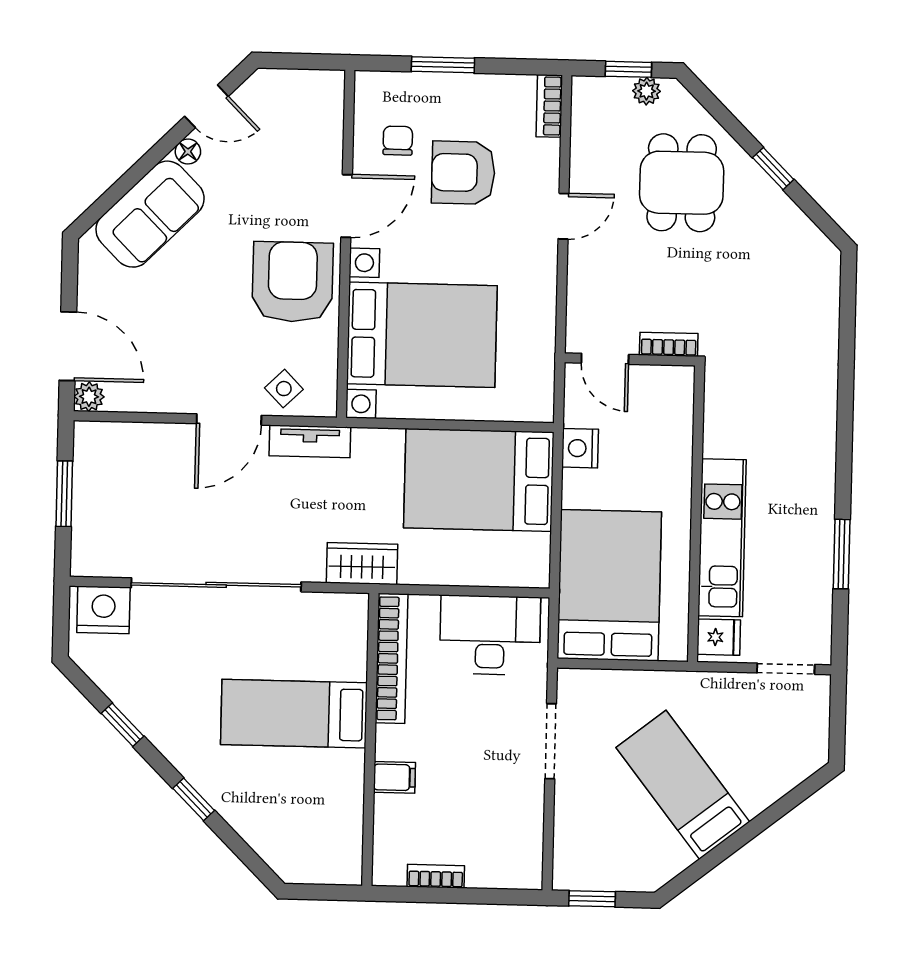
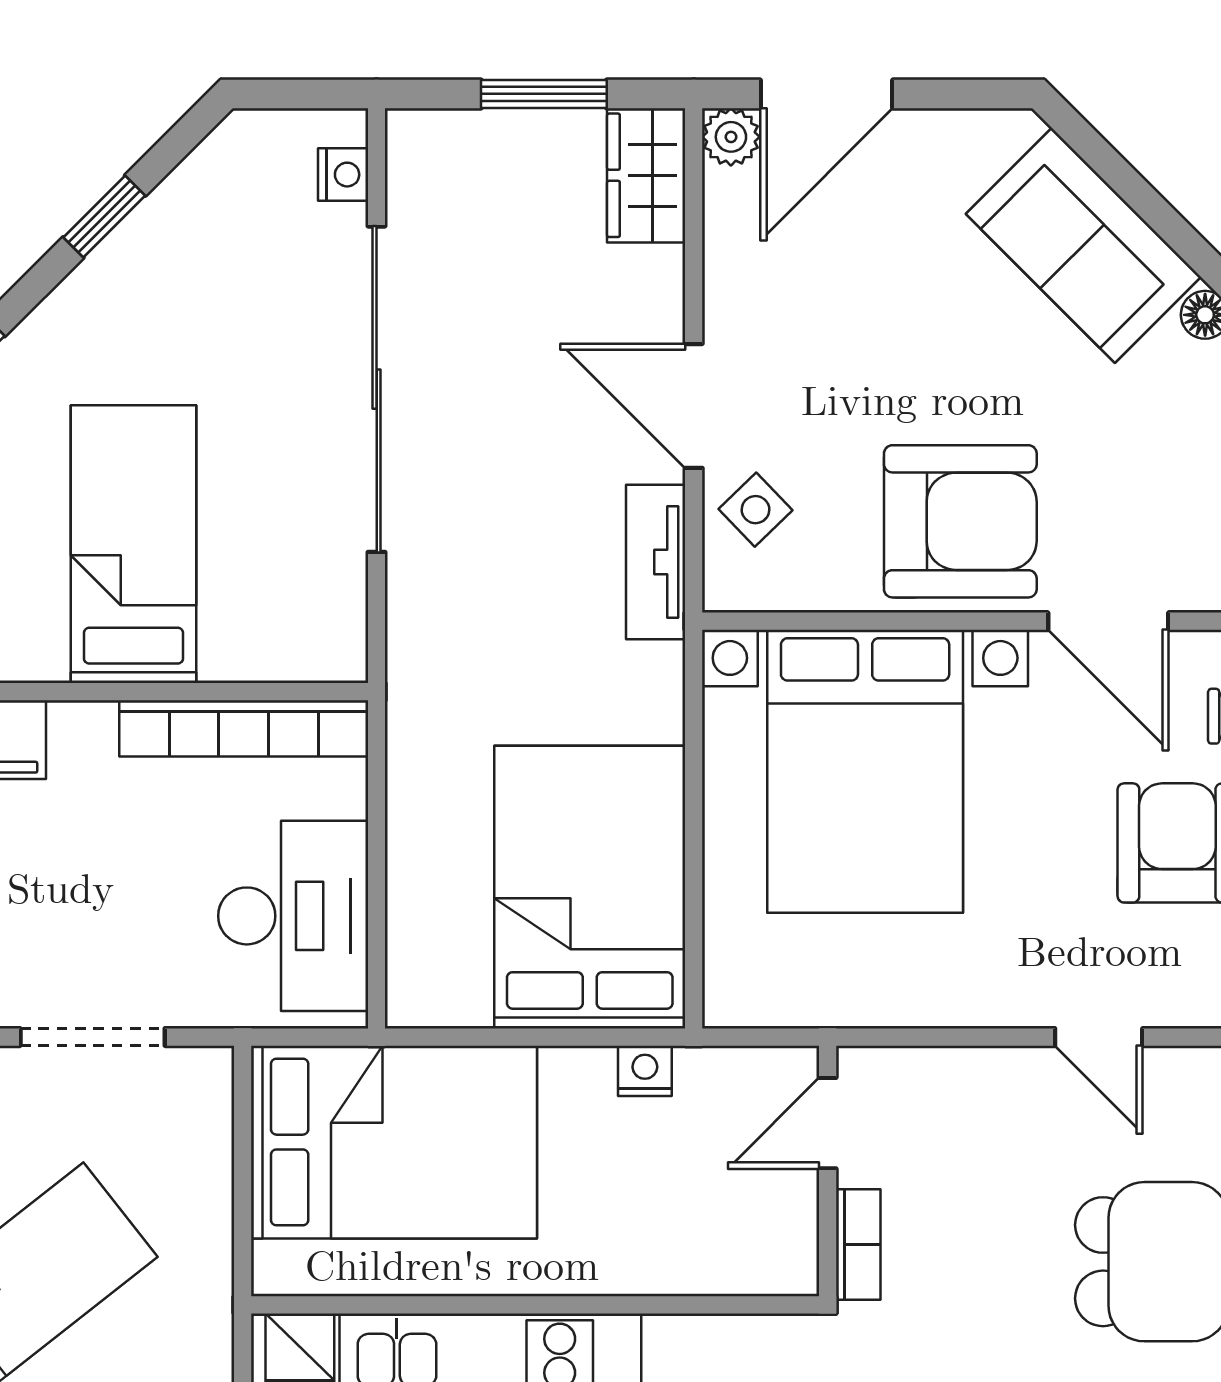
nightstand: (580, 448) -> (645, 1071), width x0.72, depth x0.74
wardrobe: (362, 564) -> (646, 175), moved, turned 180
nightstand: (103, 610) -> (343, 175), width x0.53, depth x0.56

